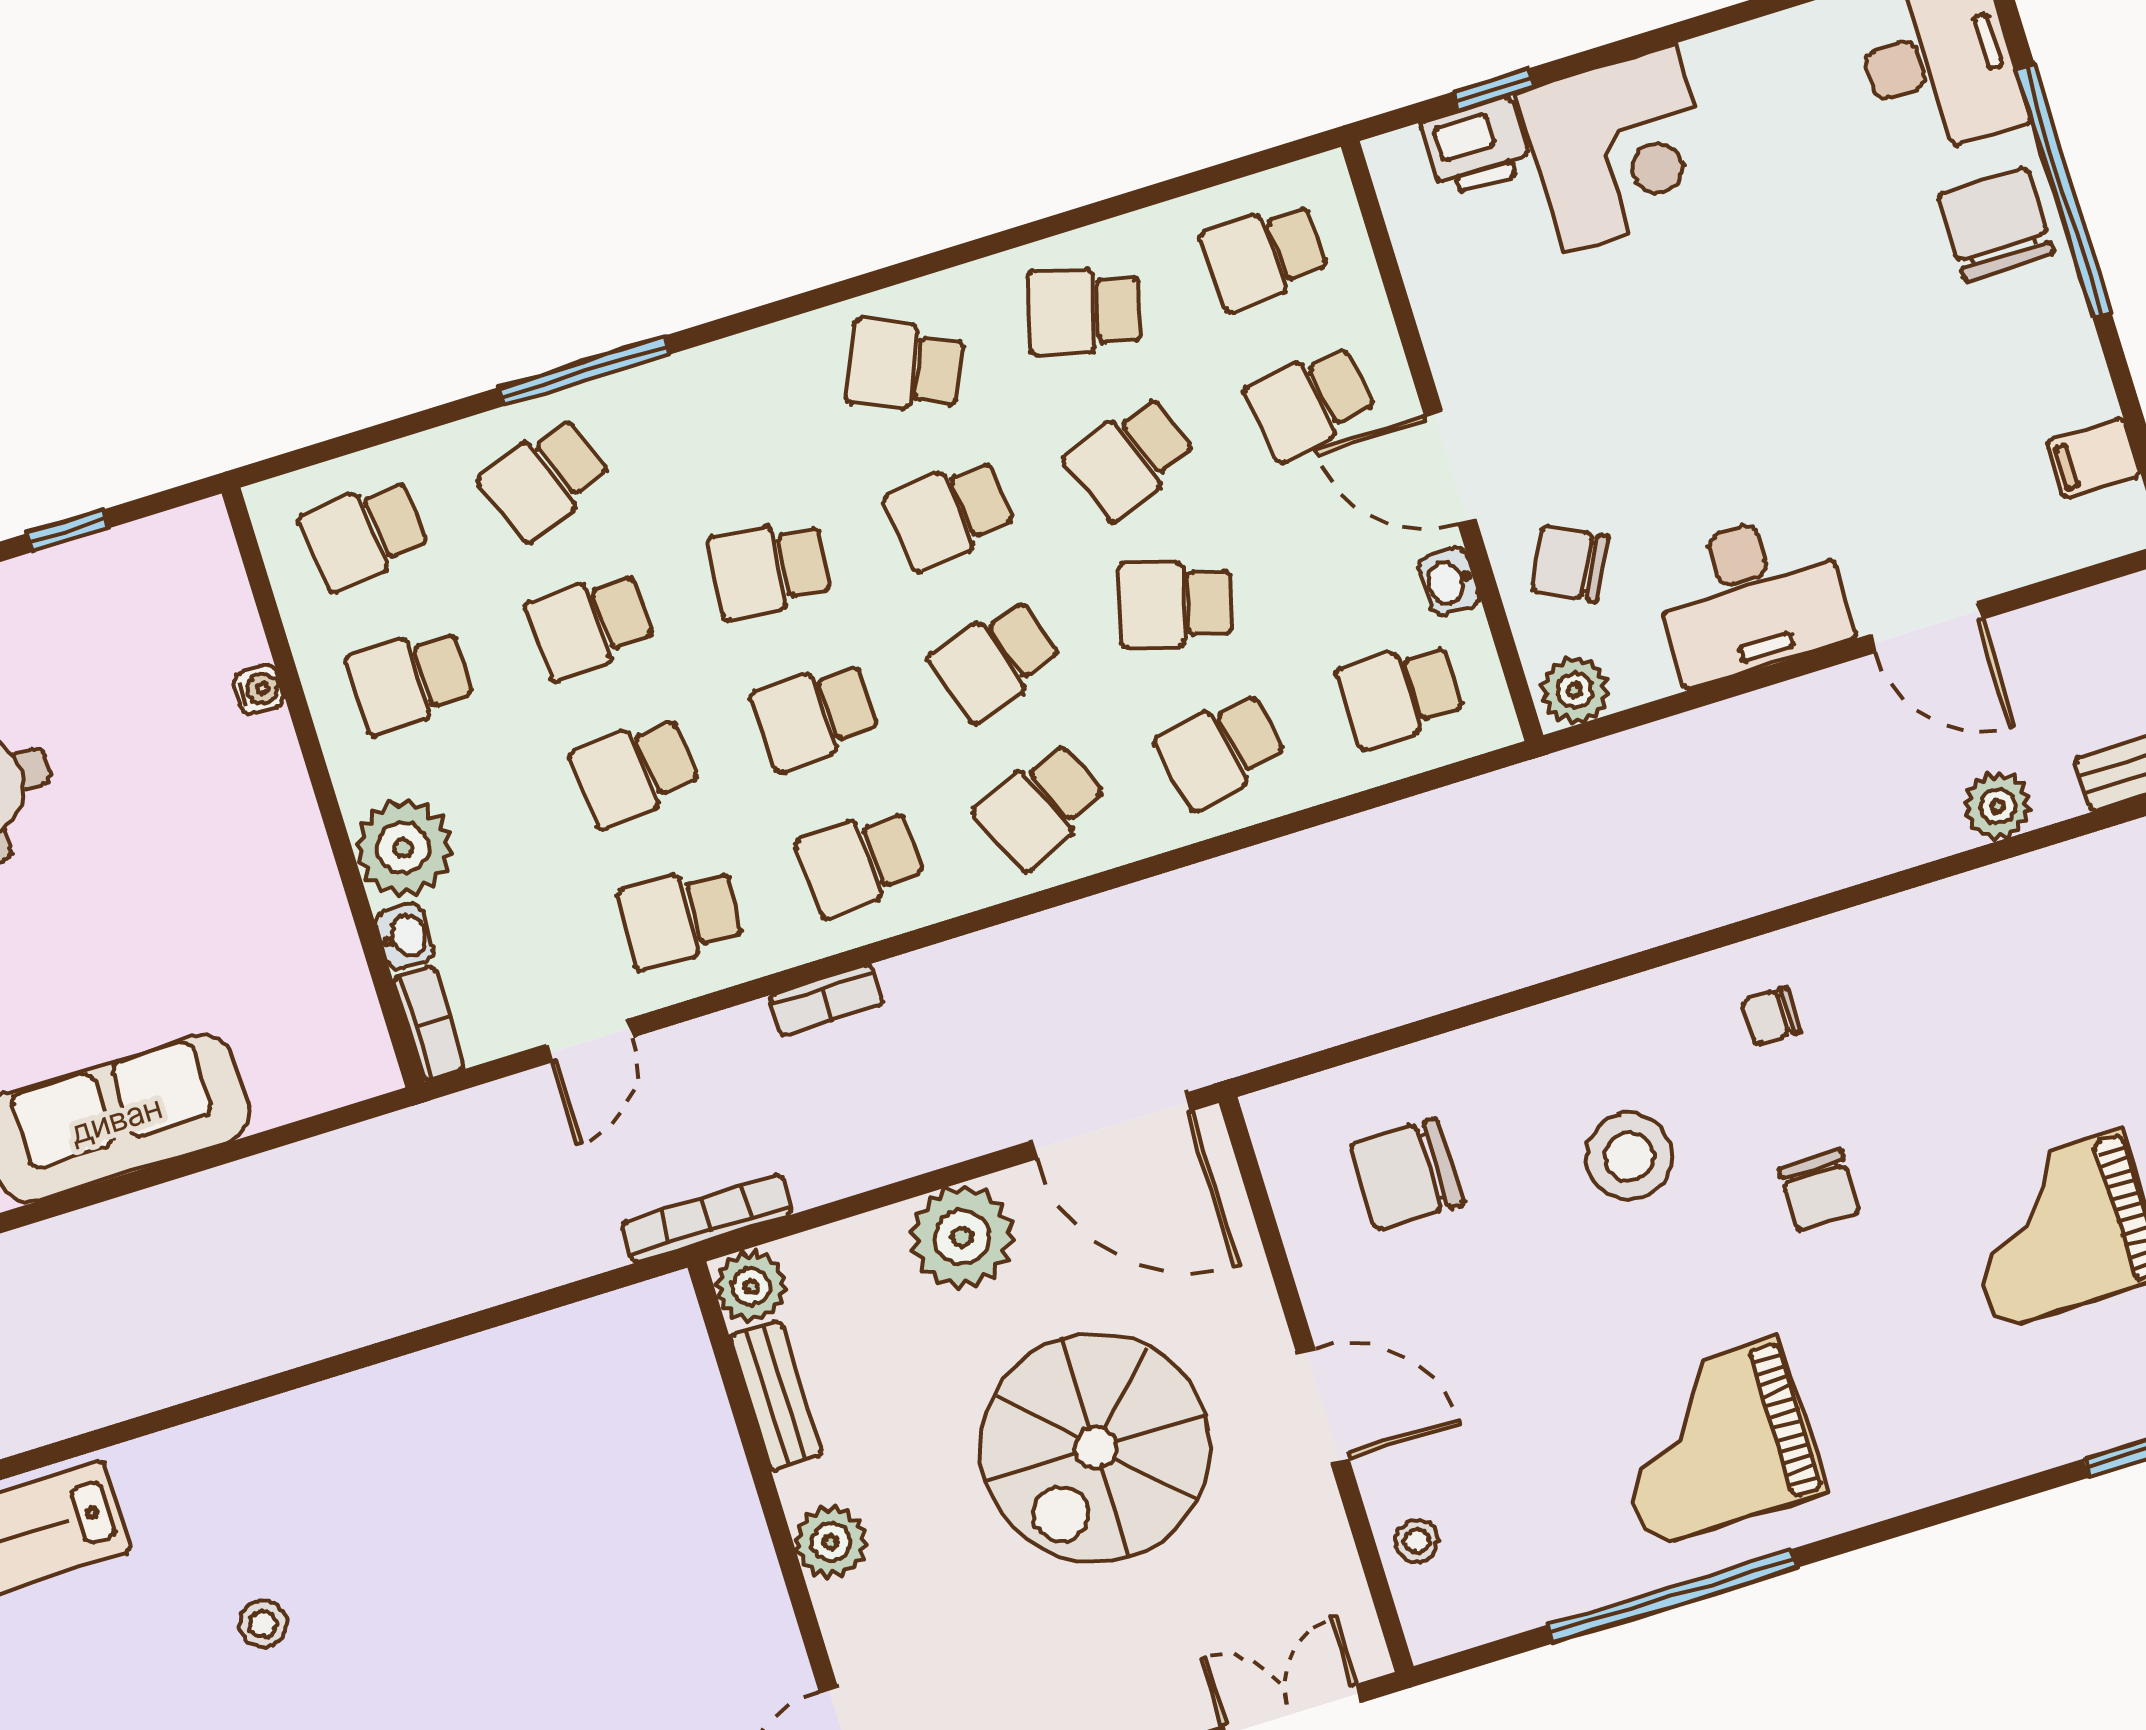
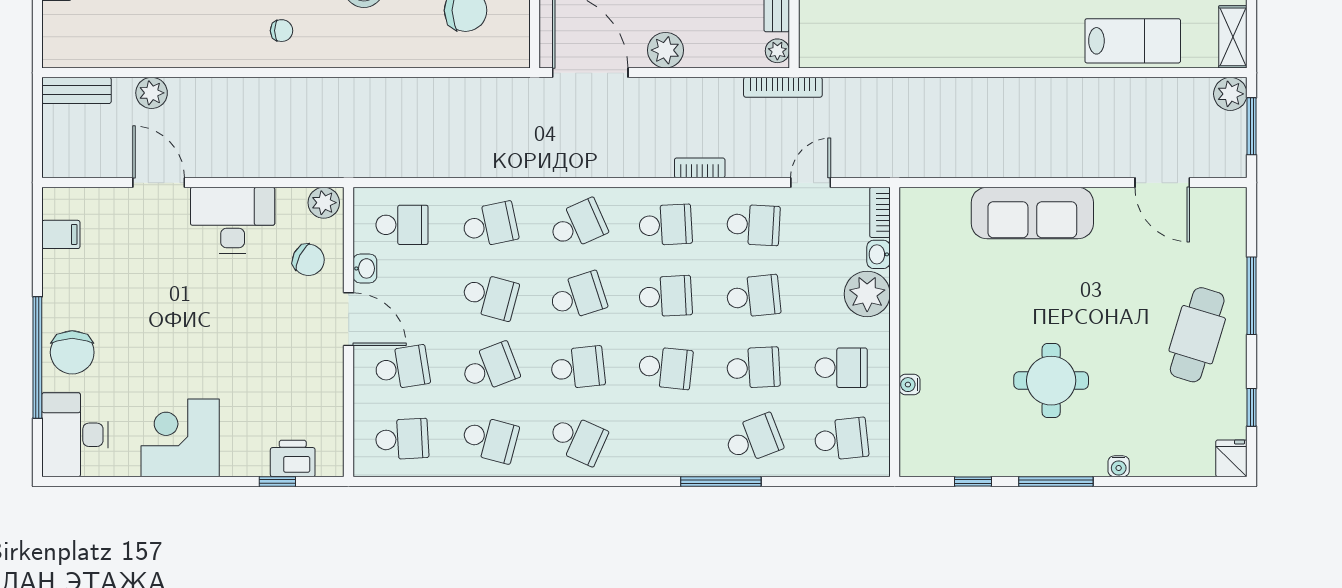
corner desk: (1620, 148) -> (180, 438), moved
plant: (962, 1237) -> (665, 50), width x0.73, depth x0.73
plant: (751, 1287) -> (777, 51), width x0.73, depth x0.73

